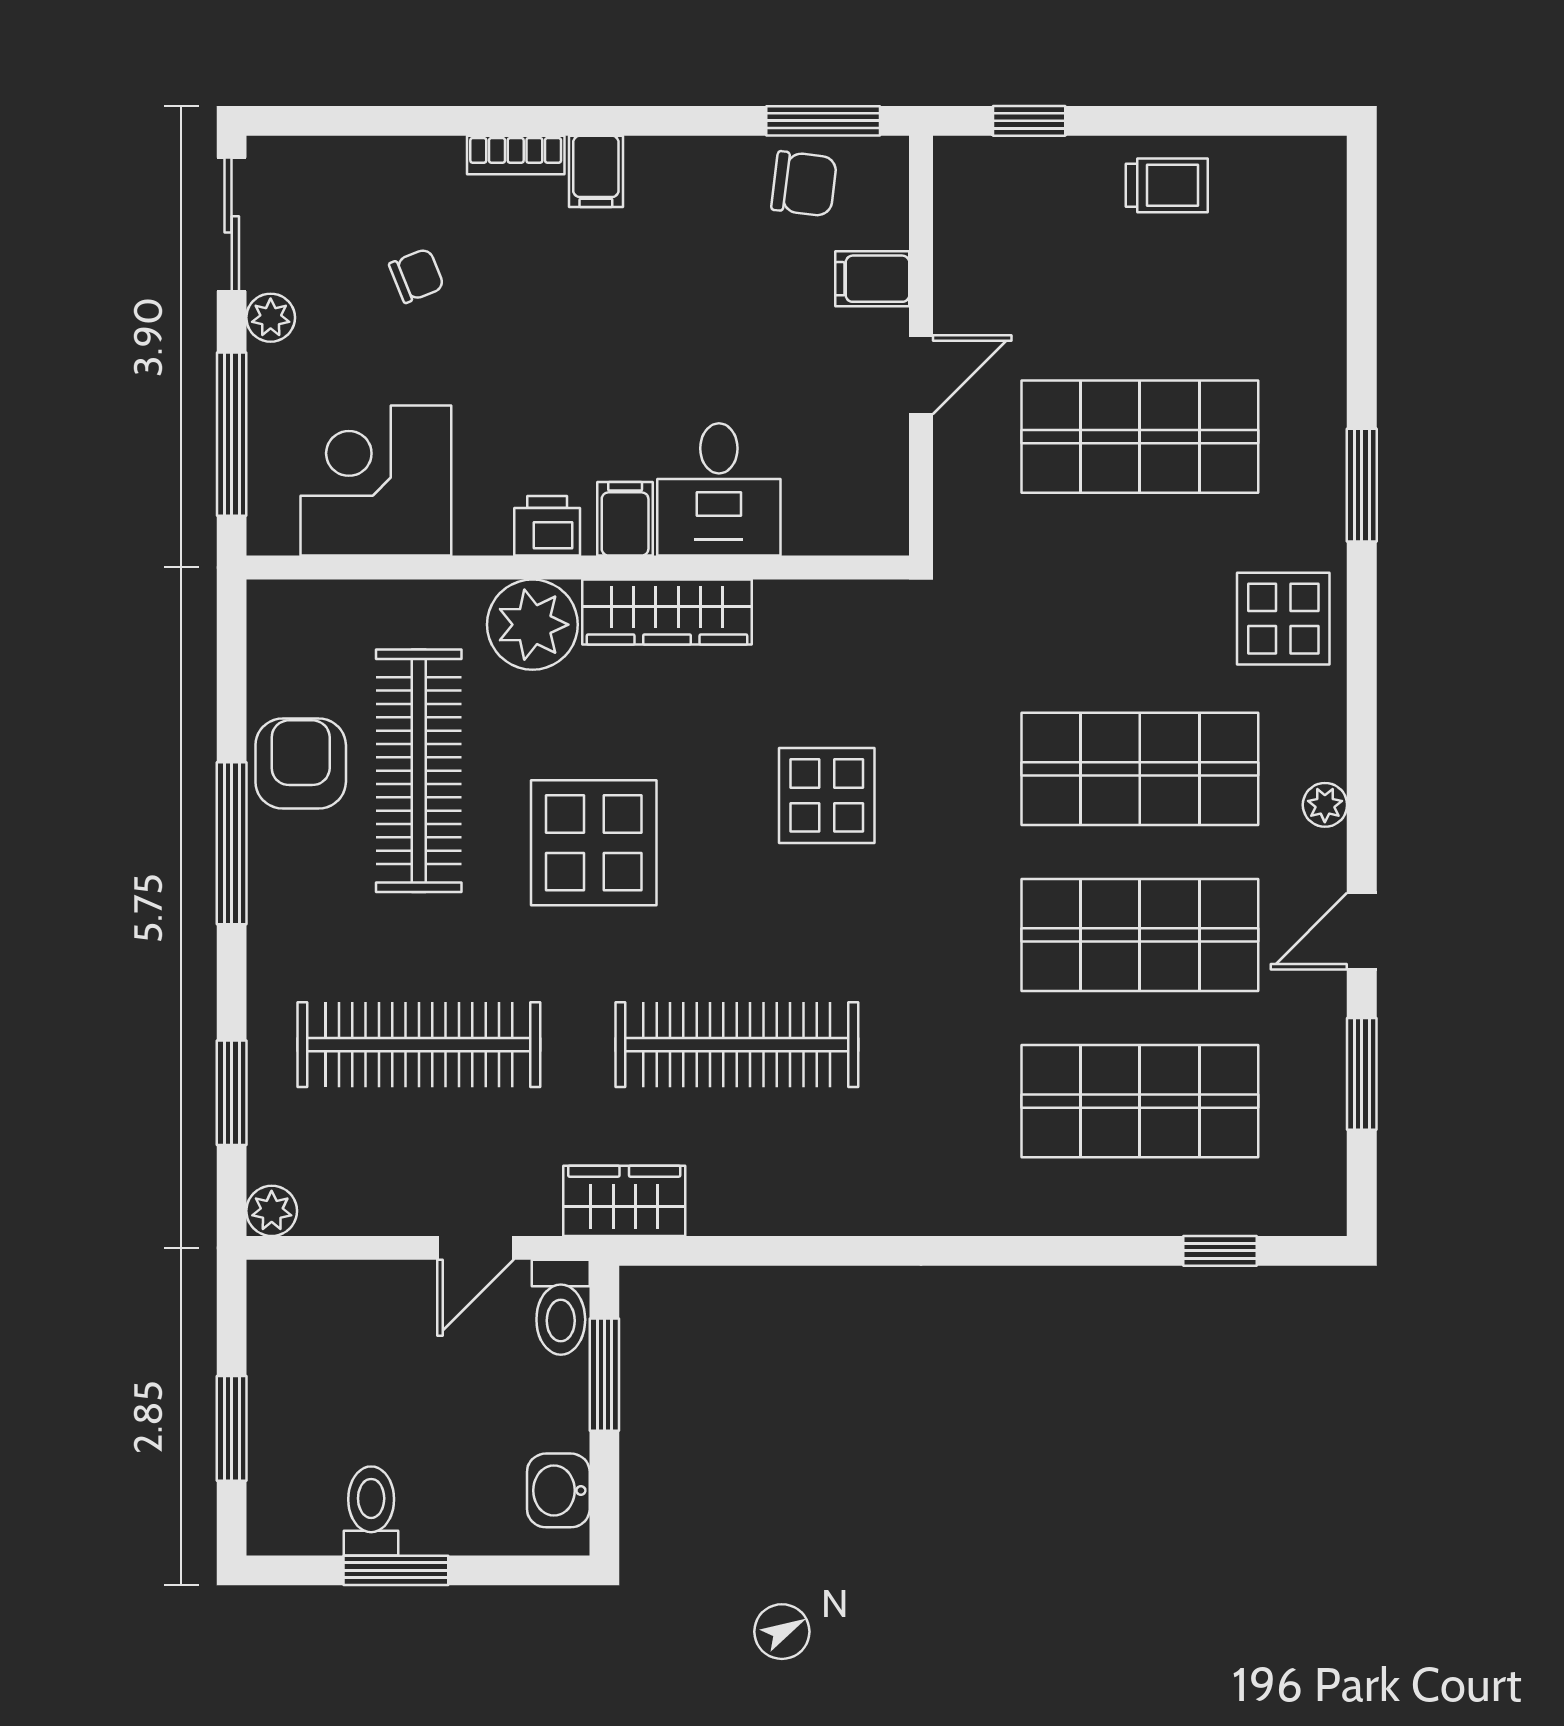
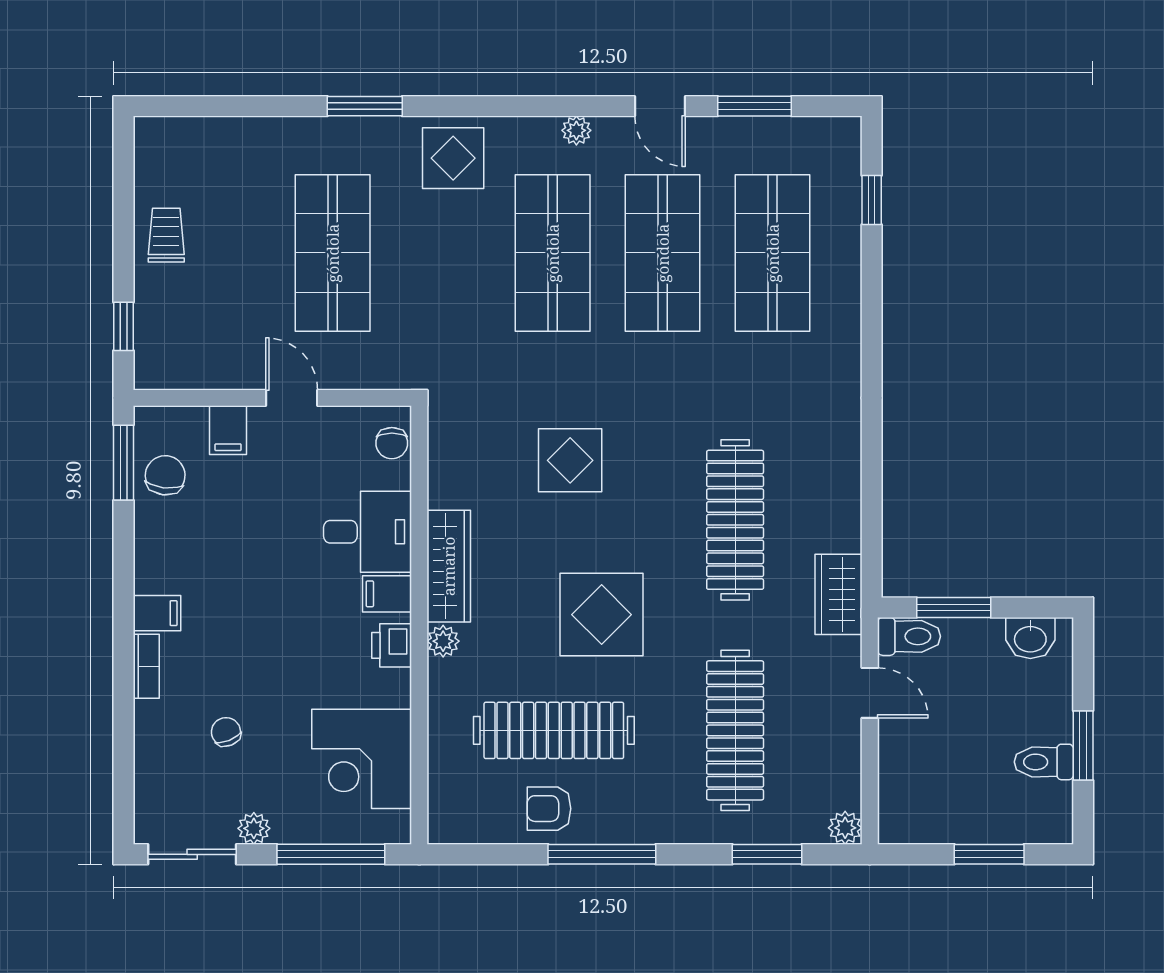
chair: (853, 526) -> (392, 443), added
plant: (532, 625) -> (443, 641), width x0.53, depth x0.53
armchair: (301, 764) -> (549, 809), width x0.72, depth x0.72

